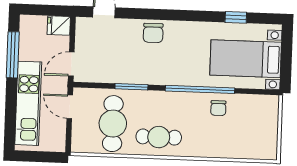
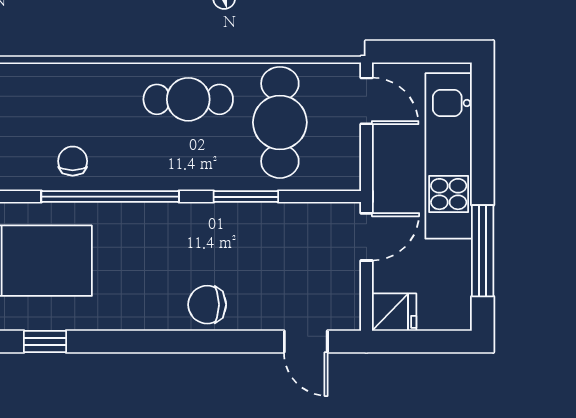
chair: (153, 33) -> (207, 305), turned -90
door: (70, 107) -> (366, 101), moved

